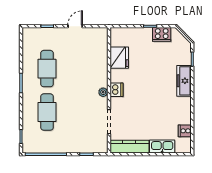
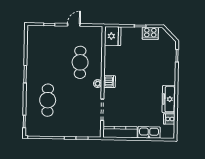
fridge: (119, 58) -> (113, 36), moved
cafe table: (47, 69) -> (80, 62), moved
freezer: (184, 81) -> (169, 99), moved

